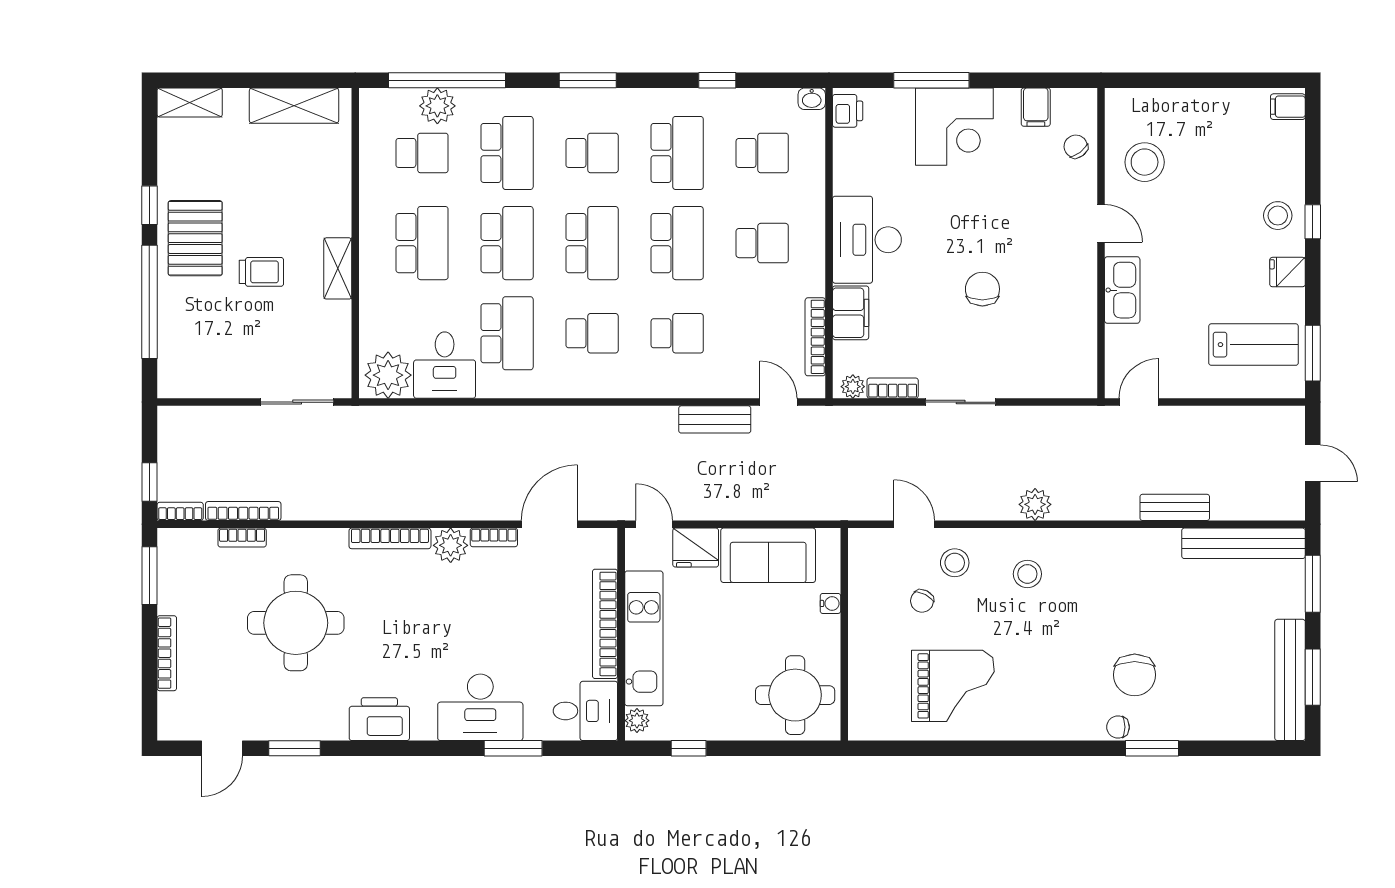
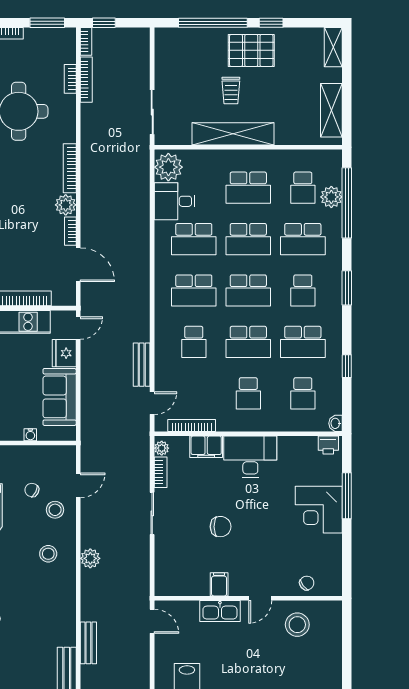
filing cabinet: (1036, 107) -> (219, 584), moved, turned 90
shelving: (338, 268) -> (233, 134), width x2.20, depth x1.33
school desk: (592, 333) -> (194, 290), width x1.85

